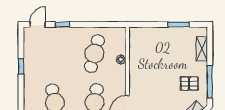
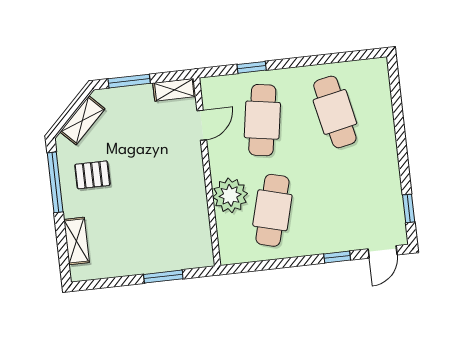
window: (178, 24) -> (163, 277), moved
plant: (121, 60) -> (230, 195), width x1.87, depth x1.87
window: (21, 66) -> (409, 208), moved

